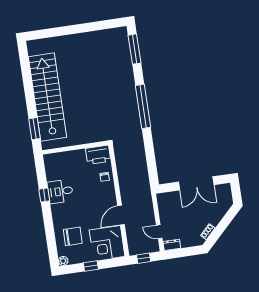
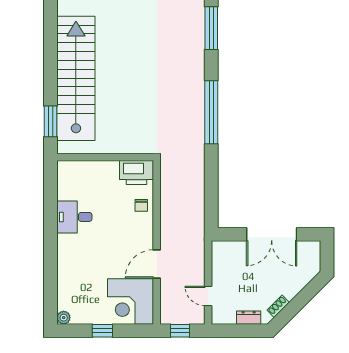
window: (44, 195) -> (51, 219), removed
chair: (73, 236) -> (83, 284), removed
dresser: (172, 245) -> (249, 318), moved

